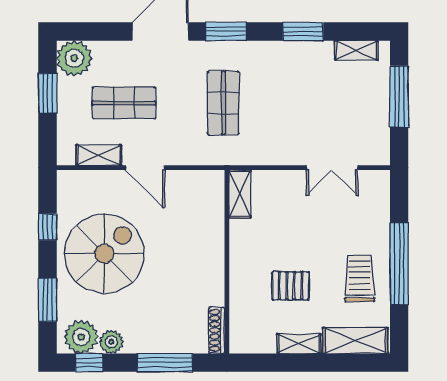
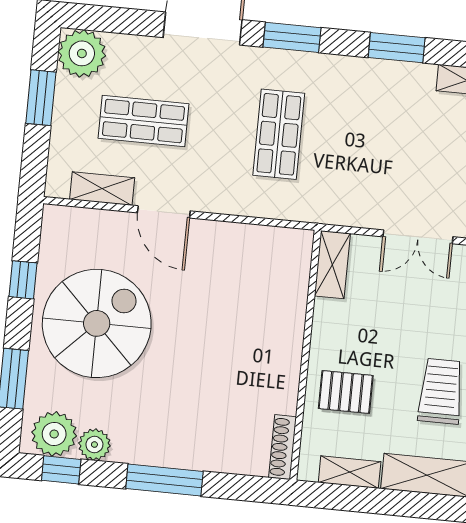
shelving: (240, 194) -> (332, 265), moved
wall: (227, 262) -> (305, 355), moved
shoe rack: (217, 330) -> (282, 447), moved

